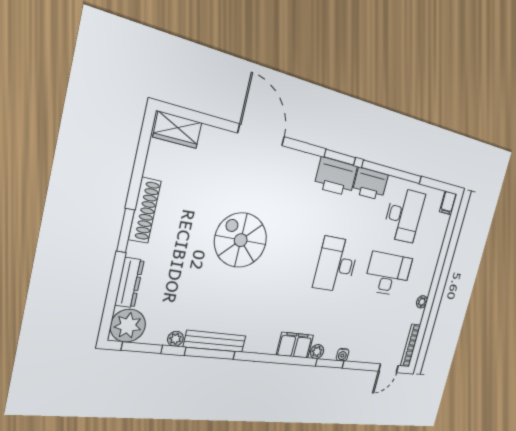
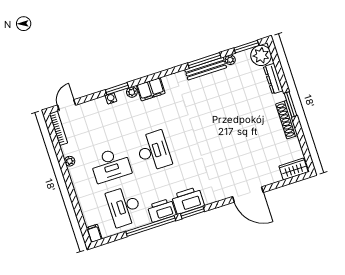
spiral stairs: (241, 240) -> (225, 133), removed

